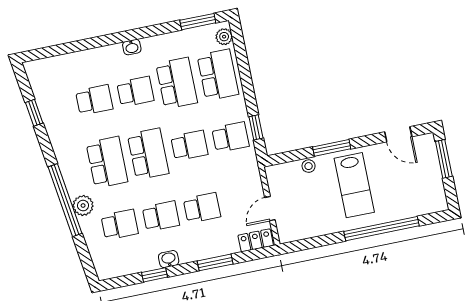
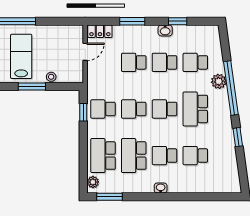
window: (34, 113) -> (238, 137), moved
school desk: (148, 154) -> (165, 109), width x0.54

